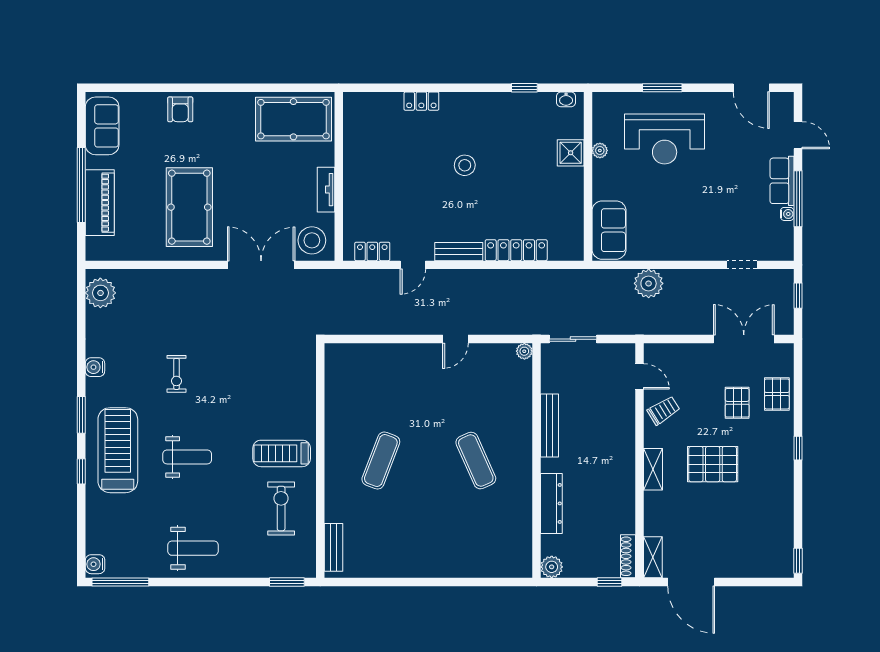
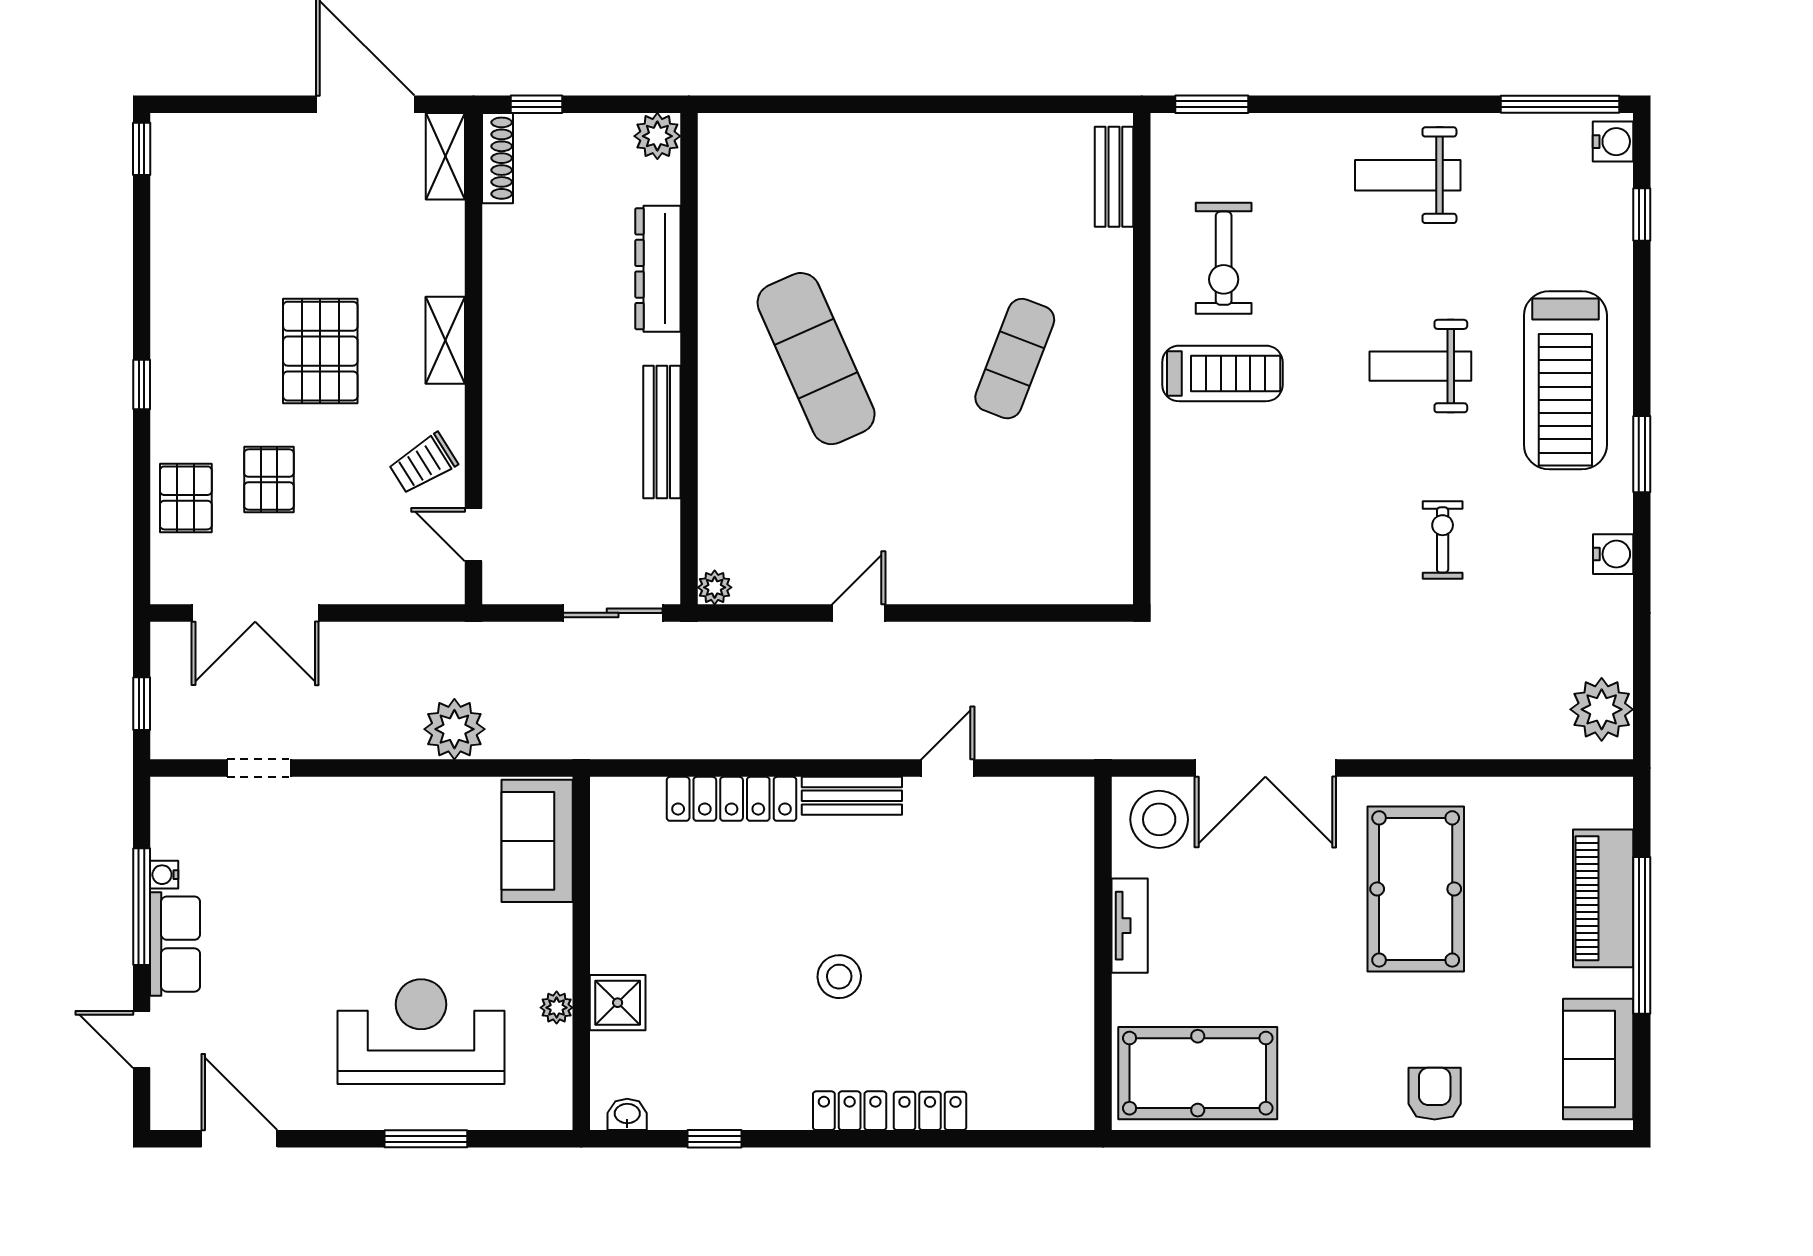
locker: (372, 251) -> (850, 1111), moved, turned 180
exercise mat: (476, 461) -> (816, 359), width x1.36, depth x1.45
pallet: (713, 464) -> (320, 351), turned 90
window: (81, 471) -> (1642, 214), moved

